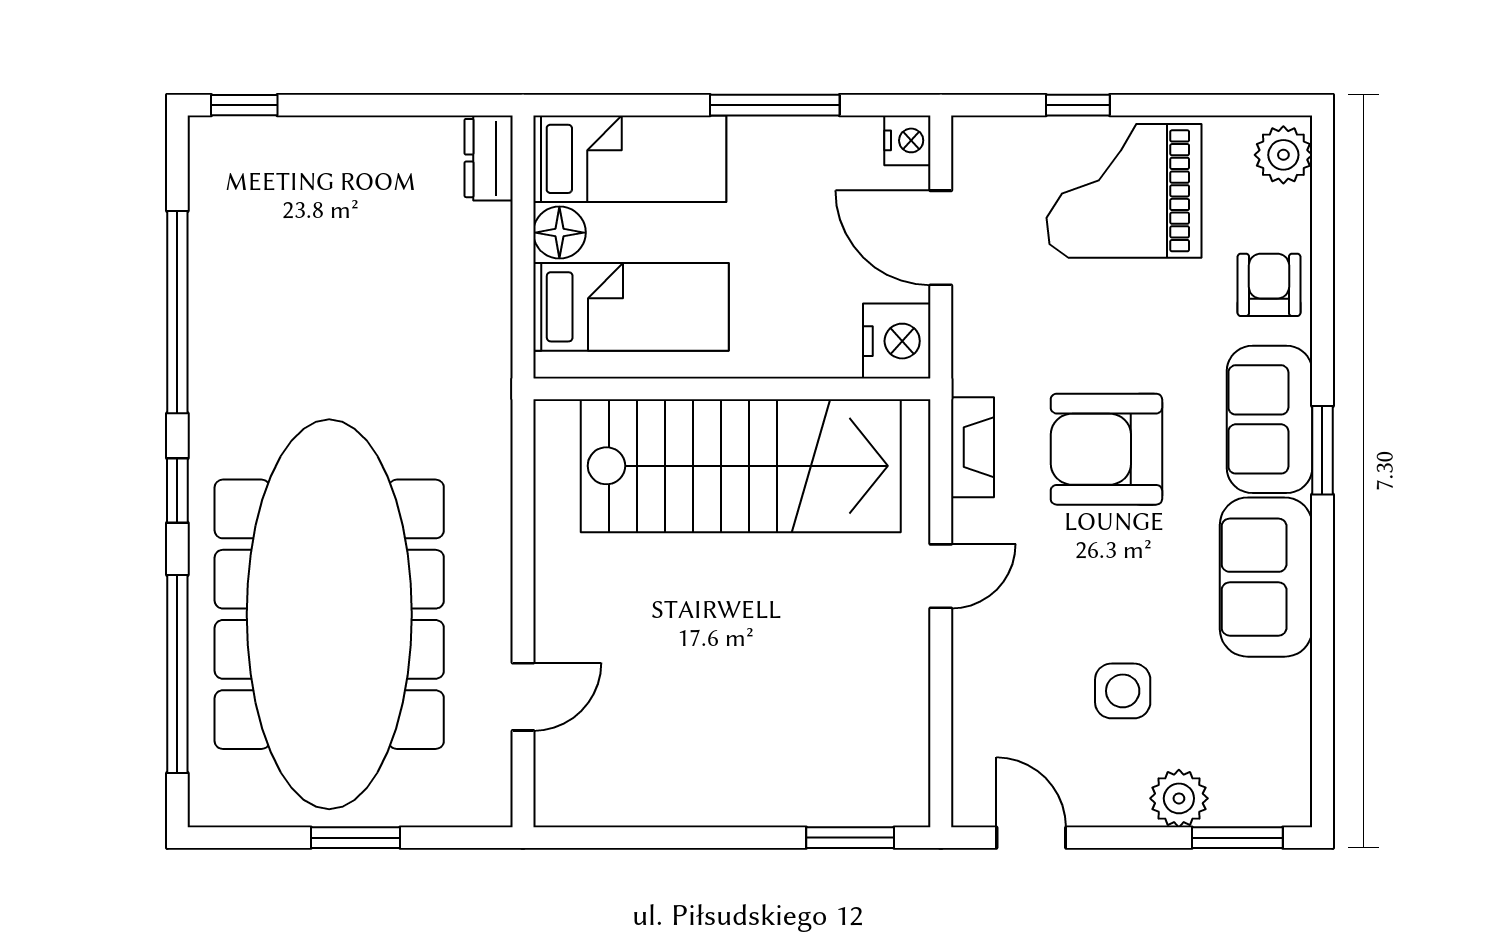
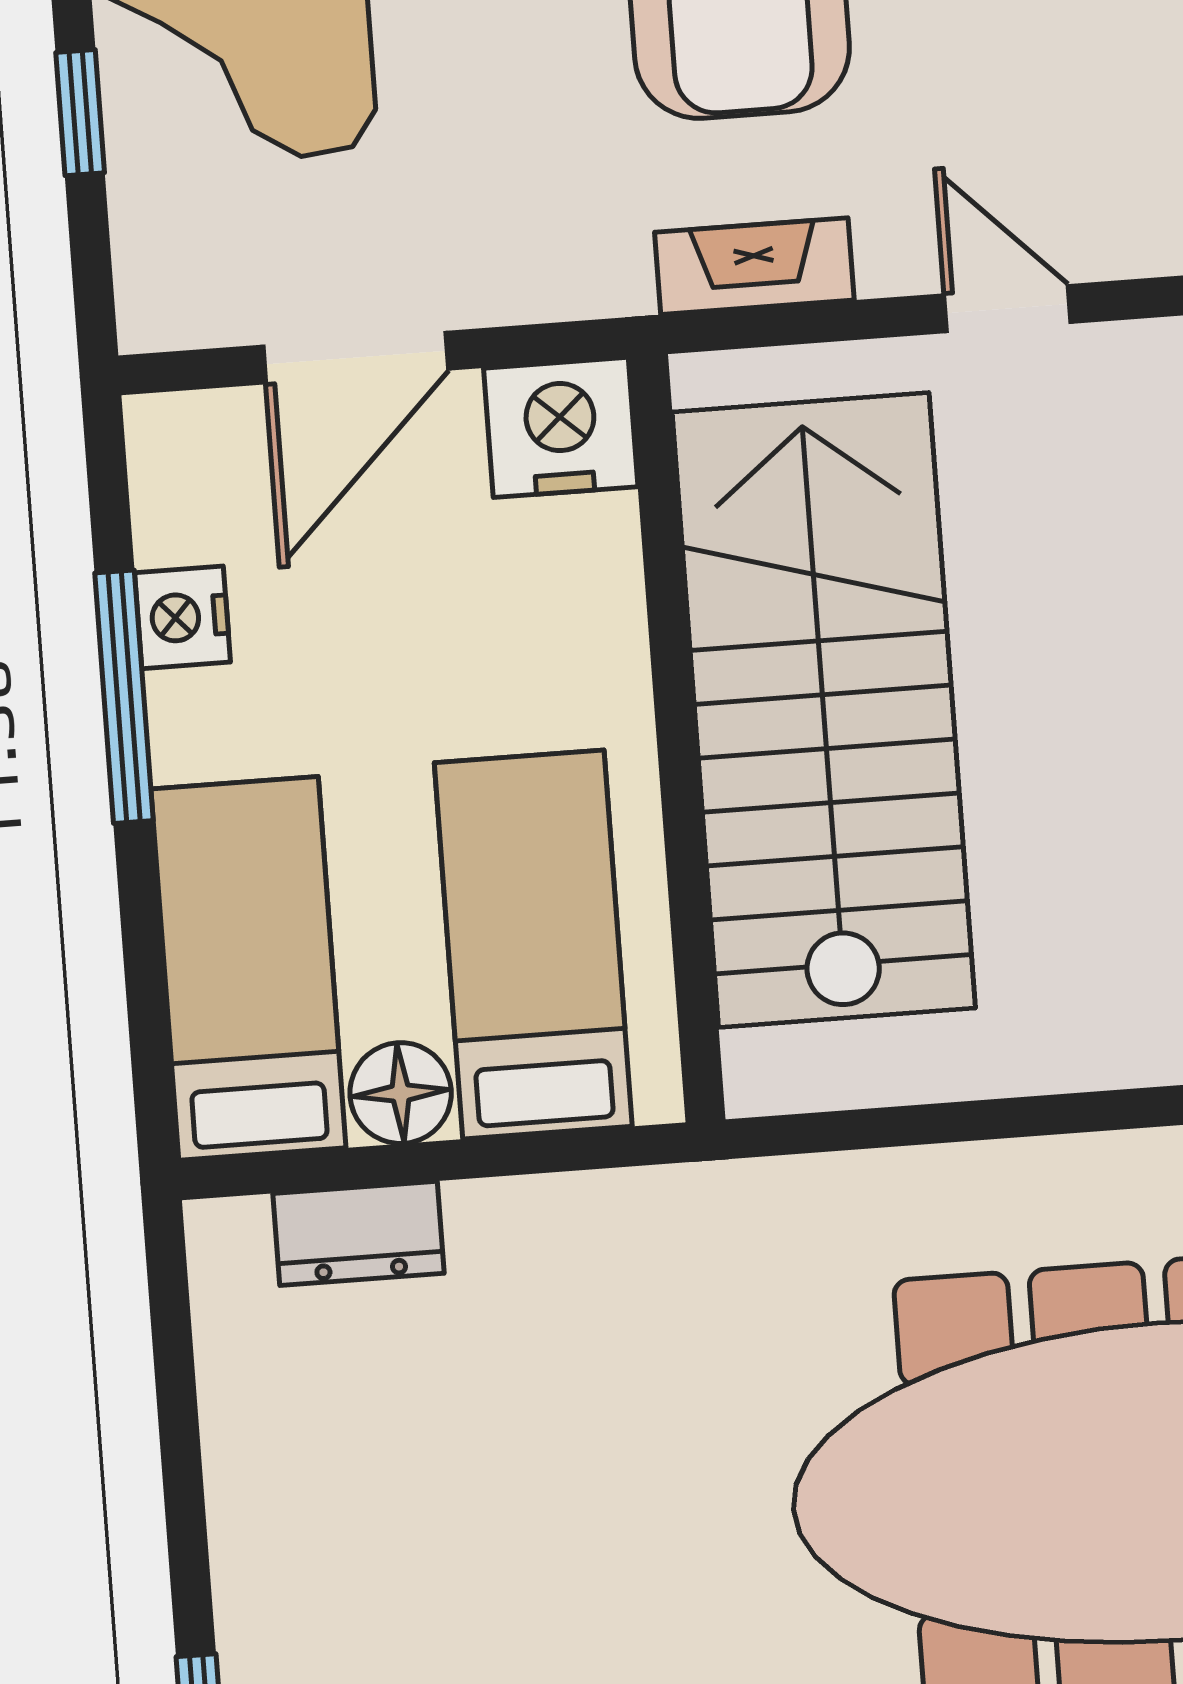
nightstand: (907, 140) -> (183, 617), moved, turned -90
dresser: (489, 158) -> (359, 1233), moved

